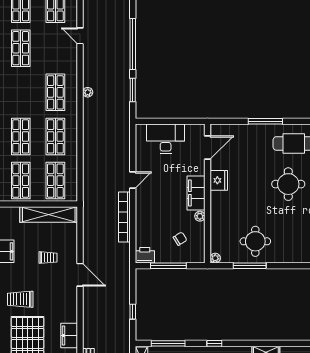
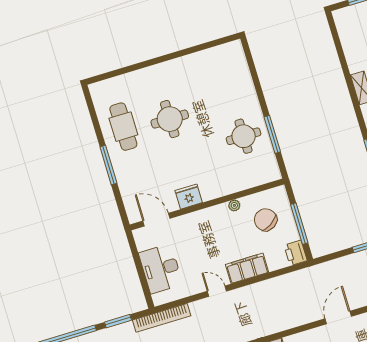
filing cabinet: (196, 193) -> (247, 268), moved, turned 180
bookcase: (124, 217) -> (162, 318), moved
chair: (180, 239) -> (266, 220), width x1.87, depth x1.87
plant: (215, 258) -> (275, 175), removed

